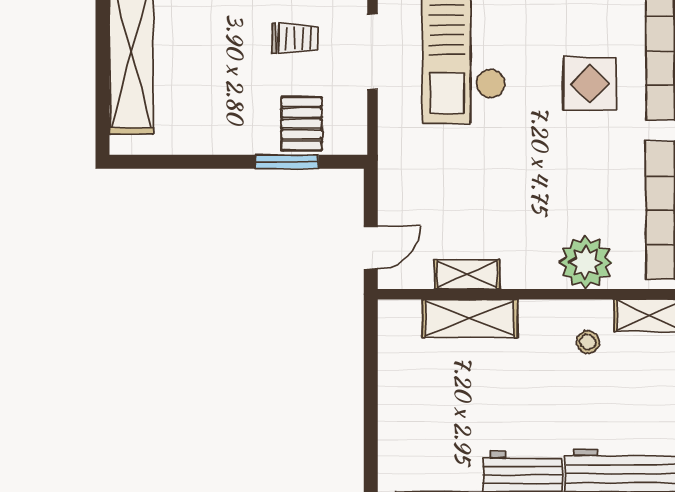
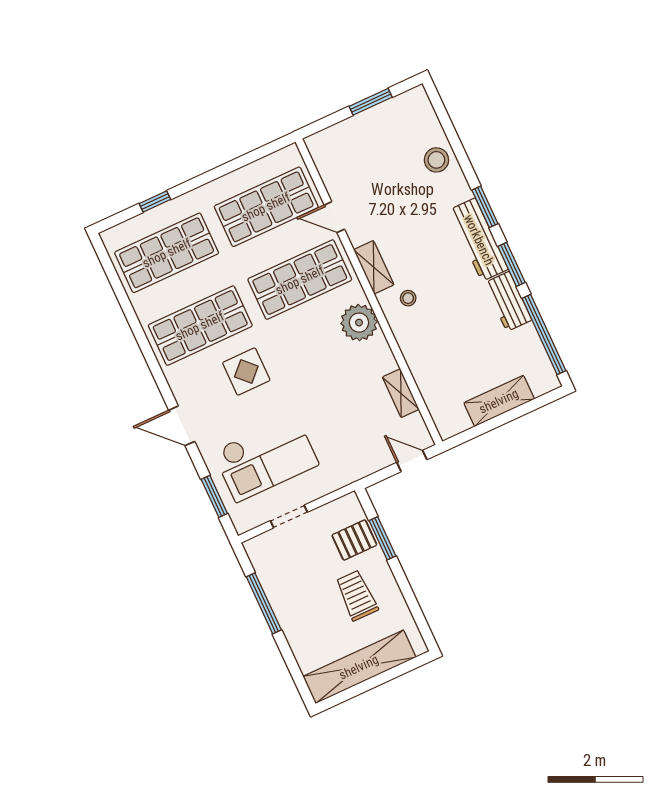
trolley: (295, 38) -> (357, 595), moved, width x1.36, depth x1.39
doorway: (373, 52) -> (289, 516), width x0.73
shelving: (470, 319) -> (499, 401), moved, turned 90

